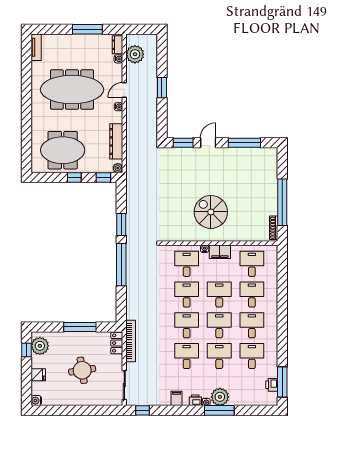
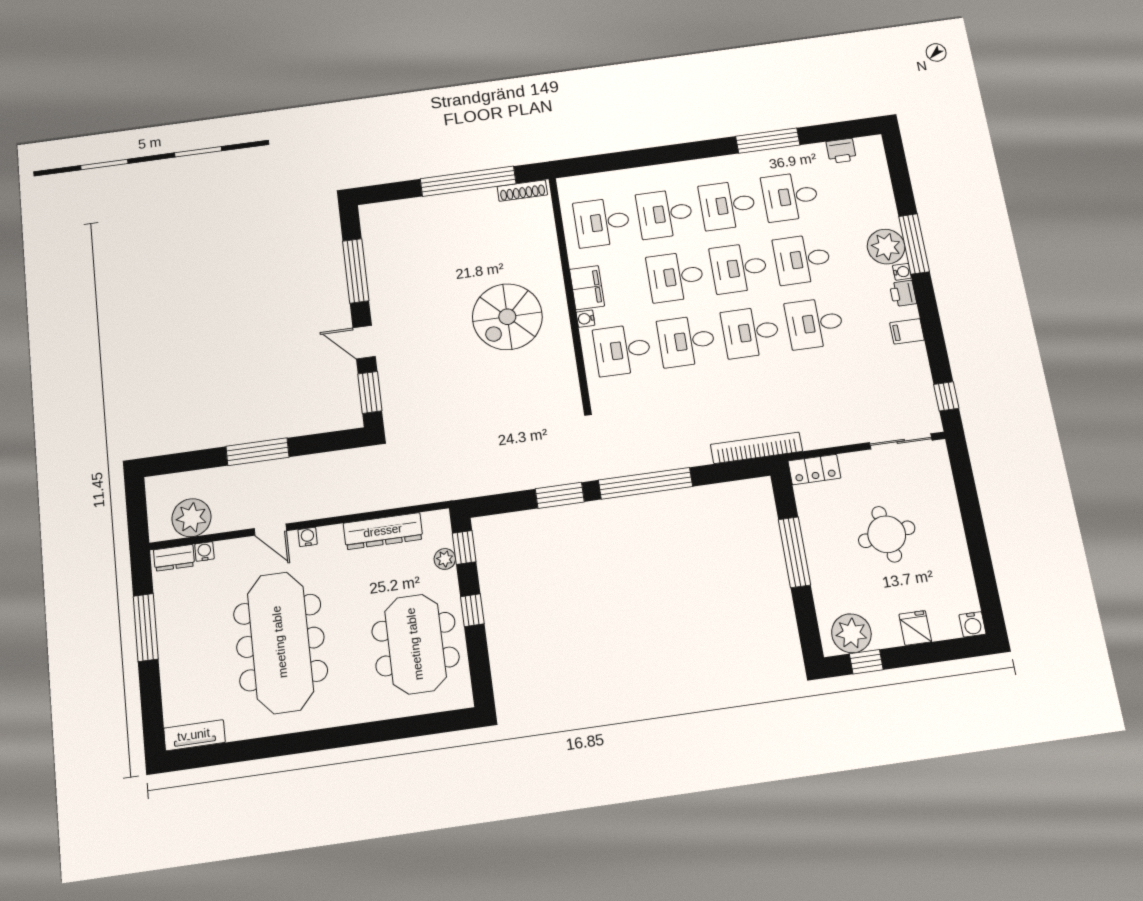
window: (162, 88) -> (258, 452), width x1.44
plant: (118, 168) -> (445, 559), moved
bookcase: (131, 341) -> (756, 448), moved
window: (282, 382) -> (768, 141), moved

